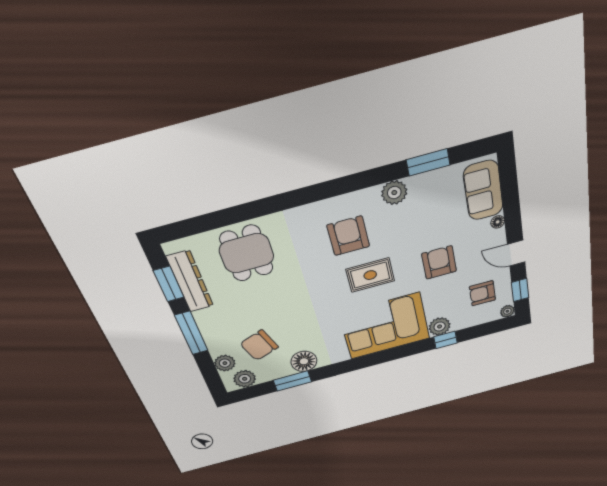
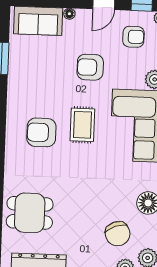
plant: (394, 193) -> (17, 89), removed
armchair: (482, 293) -> (133, 37), turned -90

